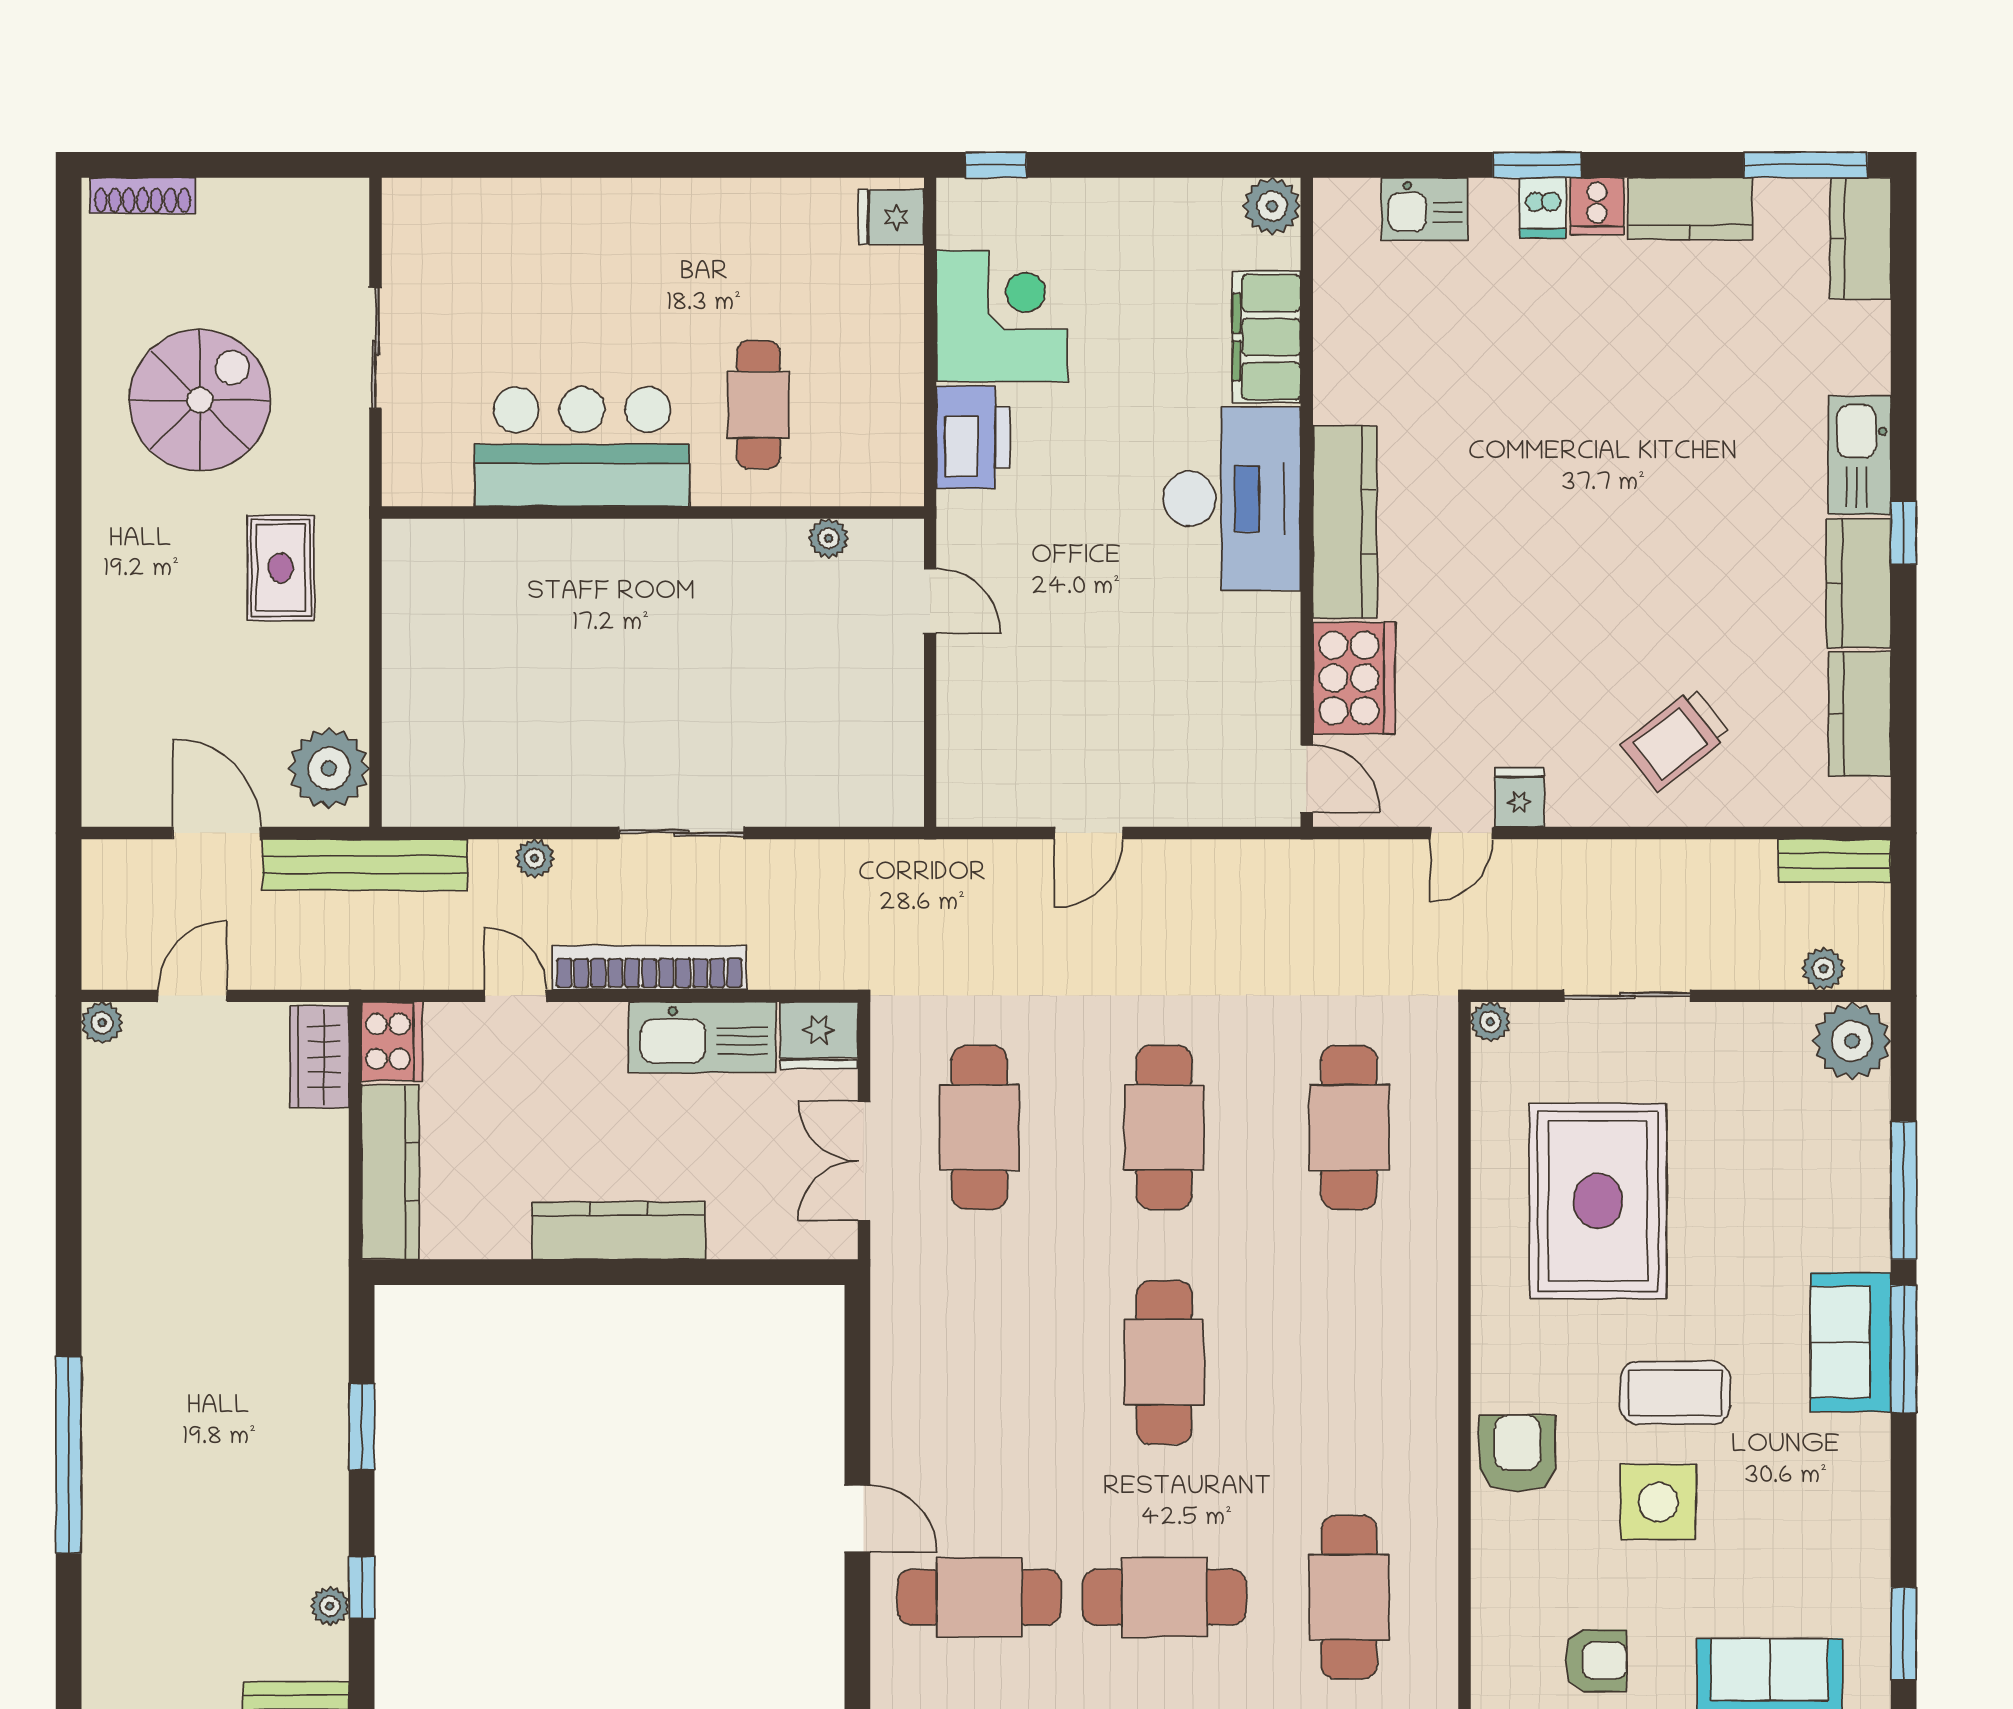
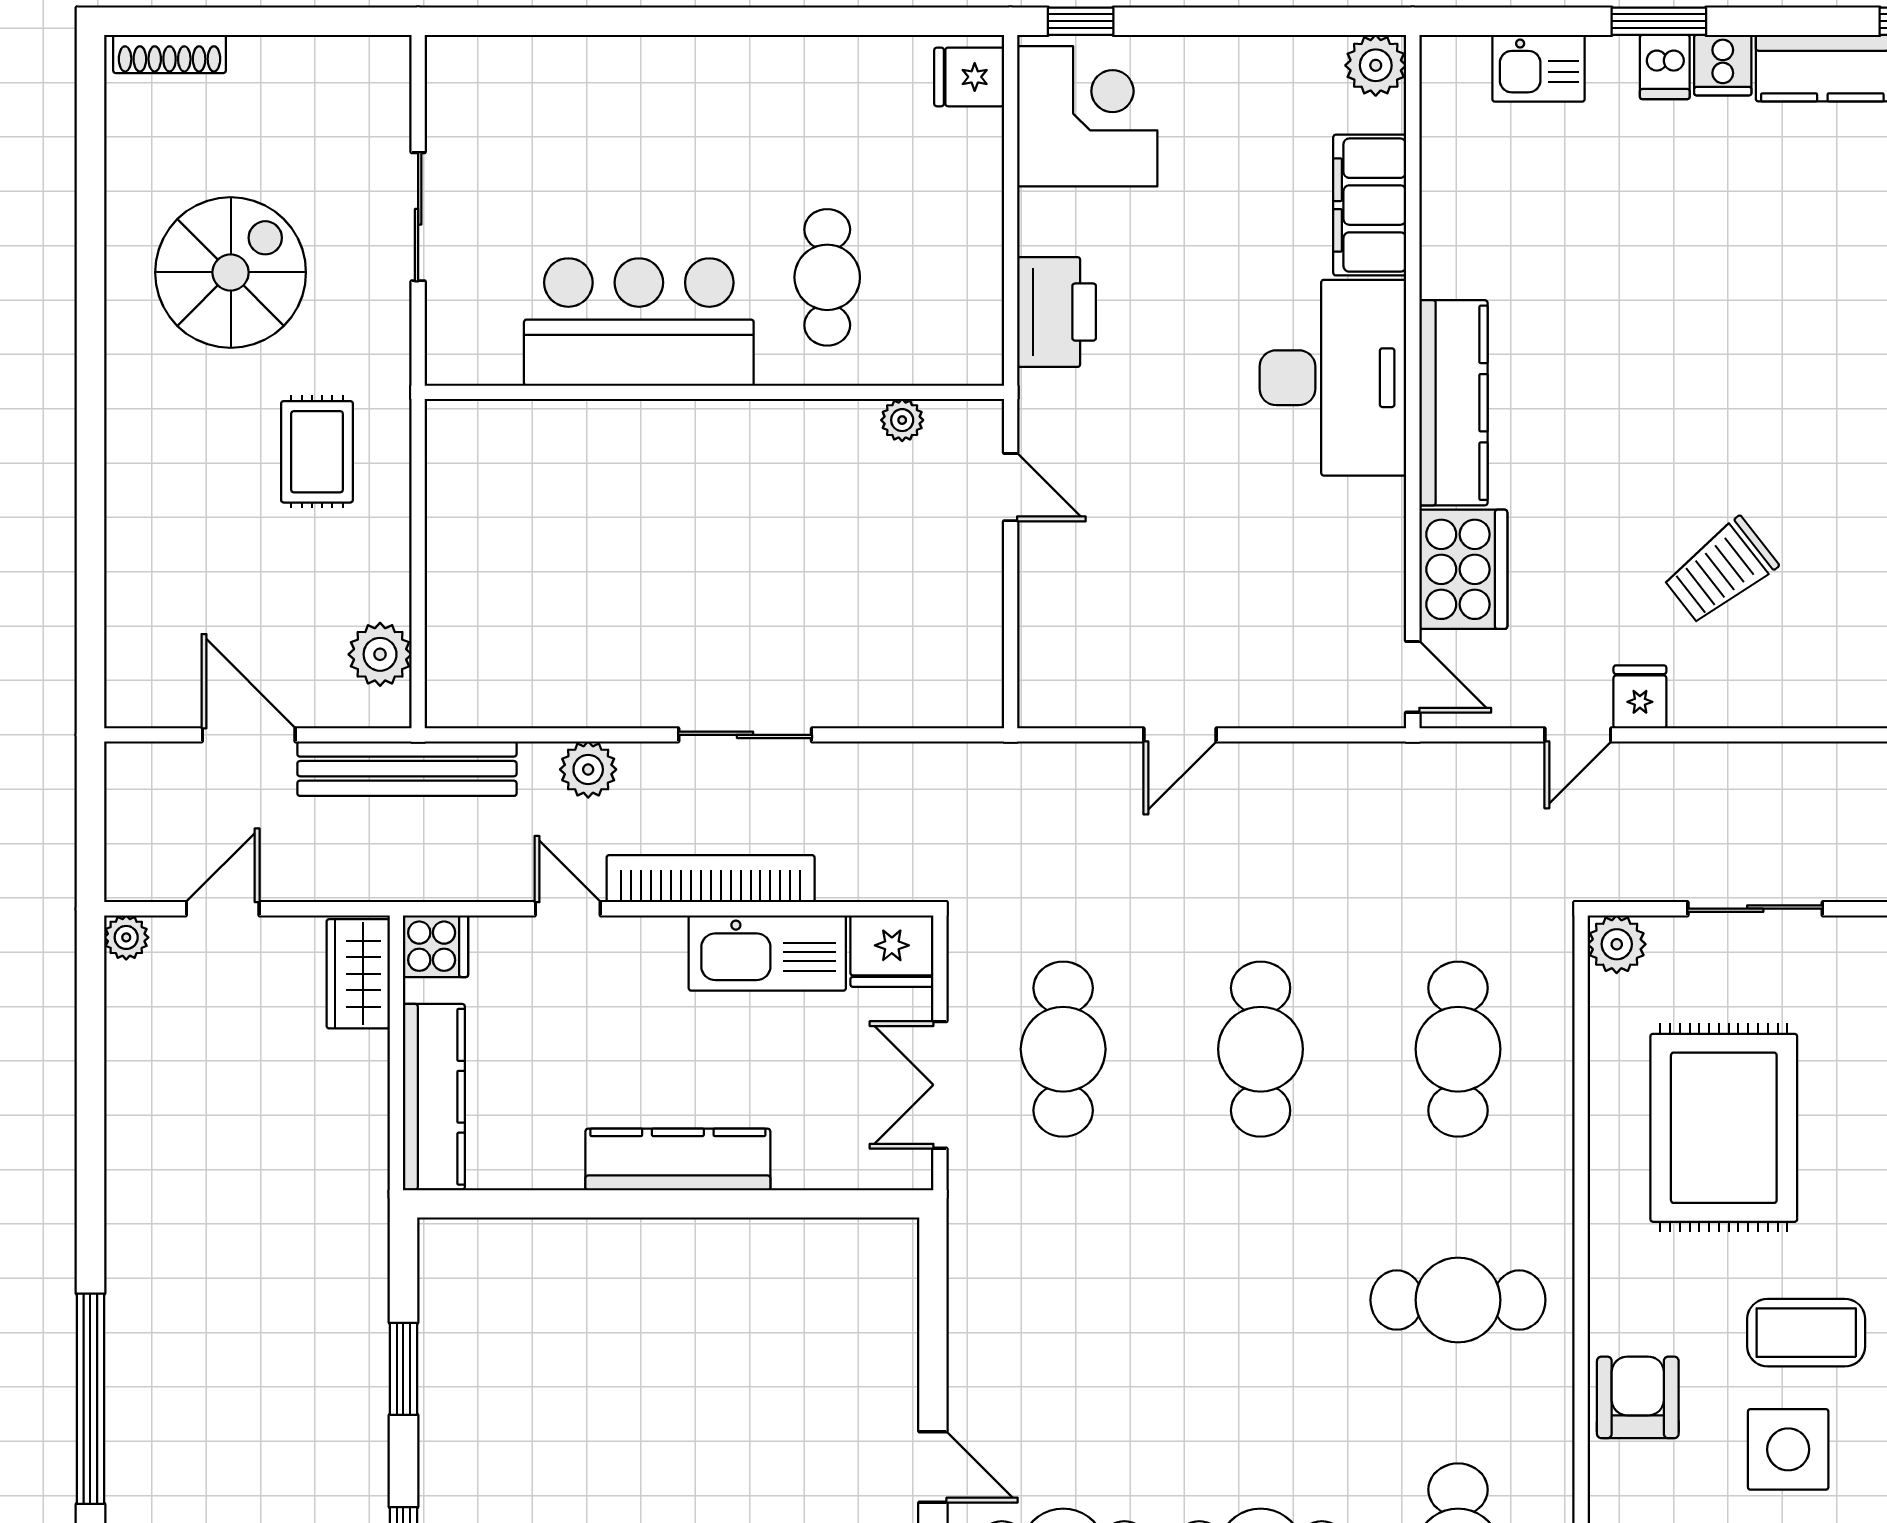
corner desk: (1002, 316) -> (1087, 116), moved
trolley: (1676, 740) -> (1720, 571), moved
plant: (329, 768) -> (380, 654), width x0.73, depth x0.73
plant: (535, 858) -> (588, 769), width x1.38, depth x1.38
plant: (1490, 1022) -> (1617, 944), width x1.38, depth x1.38
cooker: (392, 1041) -> (436, 946), width x0.73
cafe table: (1164, 1362) -> (1458, 1300), moved, turned 90

